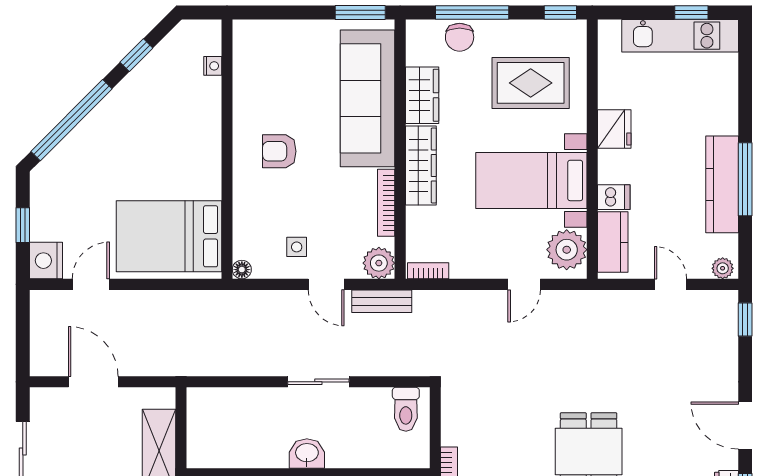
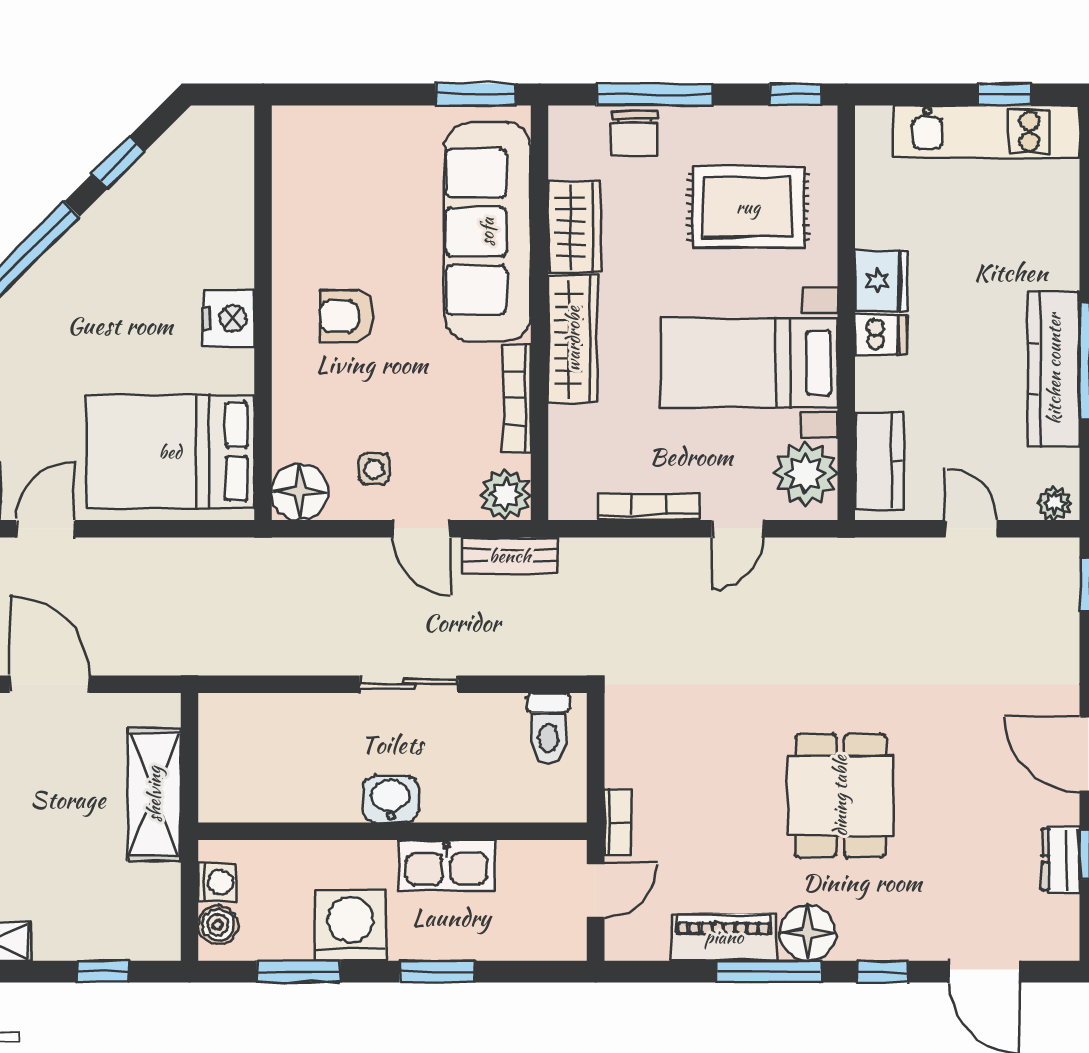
nightstand: (213, 66) -> (229, 318), moved, width x1.89, depth x1.79
dishwasher: (614, 197) -> (881, 335), moved
floor lamp: (242, 270) -> (300, 492), width x1.89, depth x1.89
bookcase: (428, 271) -> (649, 507), moved, width x1.56

